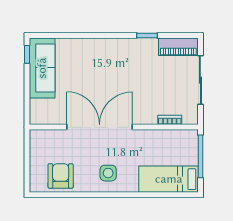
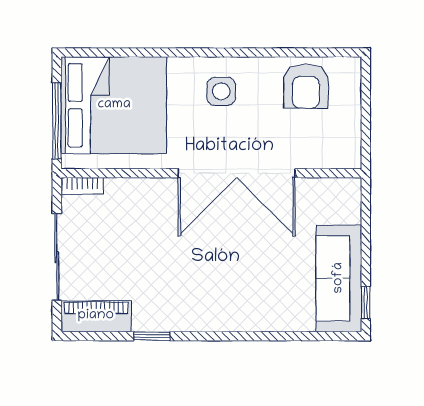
bookcase: (170, 120) -> (82, 186), moved
bed: (169, 179) -> (114, 105), width x2.04

